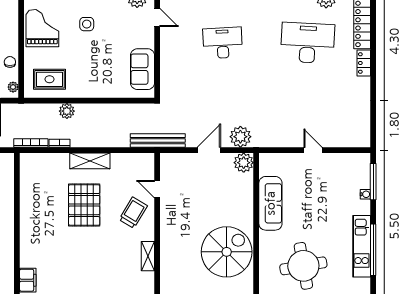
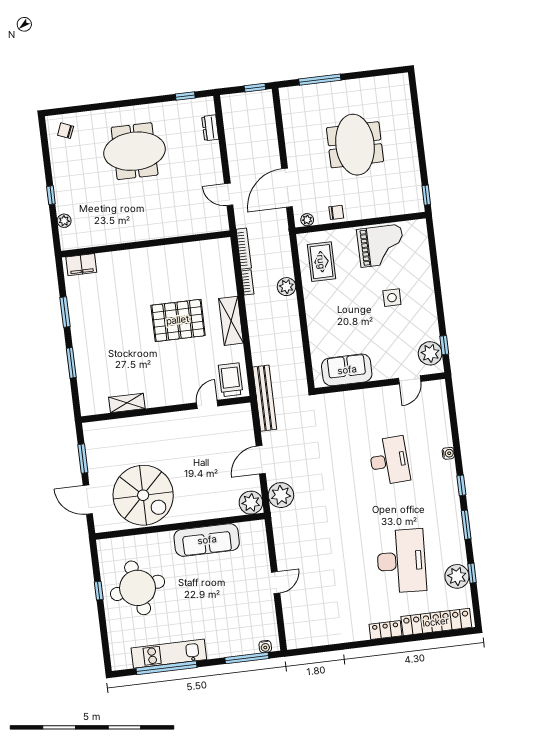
door: (209, 150) -> (261, 460), swing flipped
water cooler: (365, 194) -> (265, 647), moved
trolley: (133, 213) -> (231, 380), moved, turned -121

